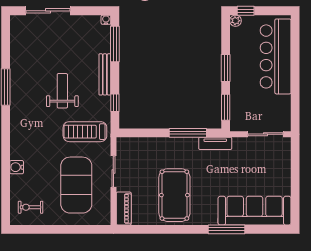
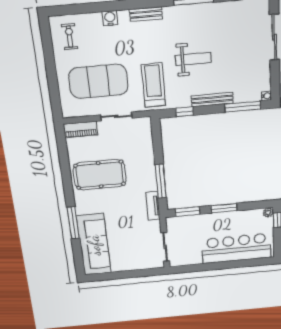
bench: (16, 133) -> (146, 14), added

